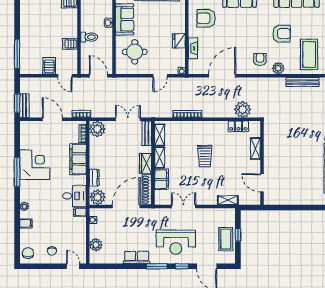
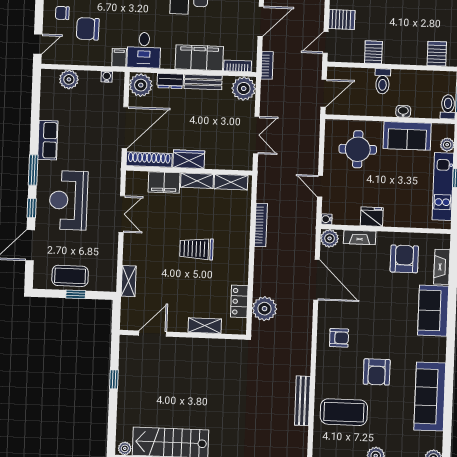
plant: (278, 68) -> (330, 238), moved
bench: (147, 133) -> (203, 82), moved
door: (126, 206) -> (125, 128), hinge flipped
window: (293, 207) -> (114, 379), added
chair: (62, 234) -> (88, 29), added

